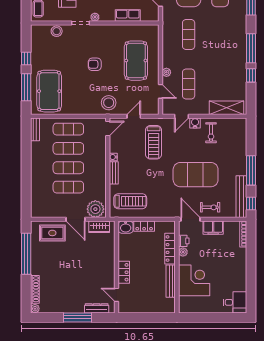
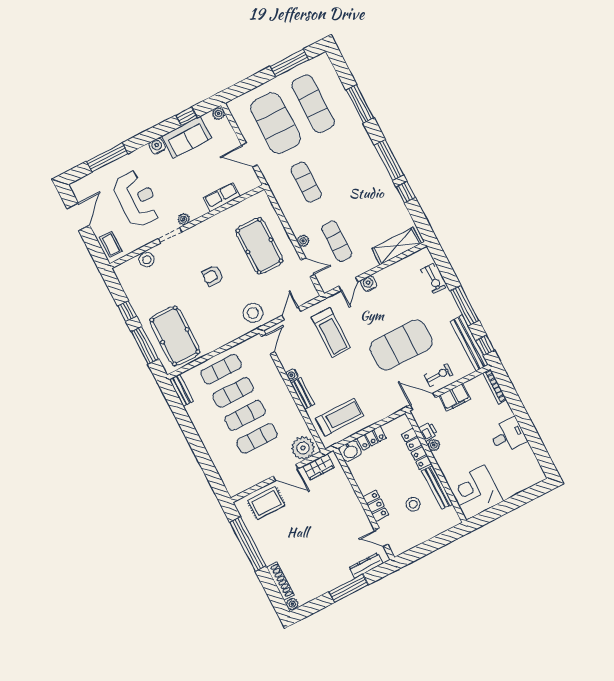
exercise bike: (211, 133) -> (433, 279), moved
corner desk: (194, 280) -> (475, 492), moved, turned -90
stool: (149, 284) -> (413, 504), added
desk: (235, 302) -> (508, 436), moved

